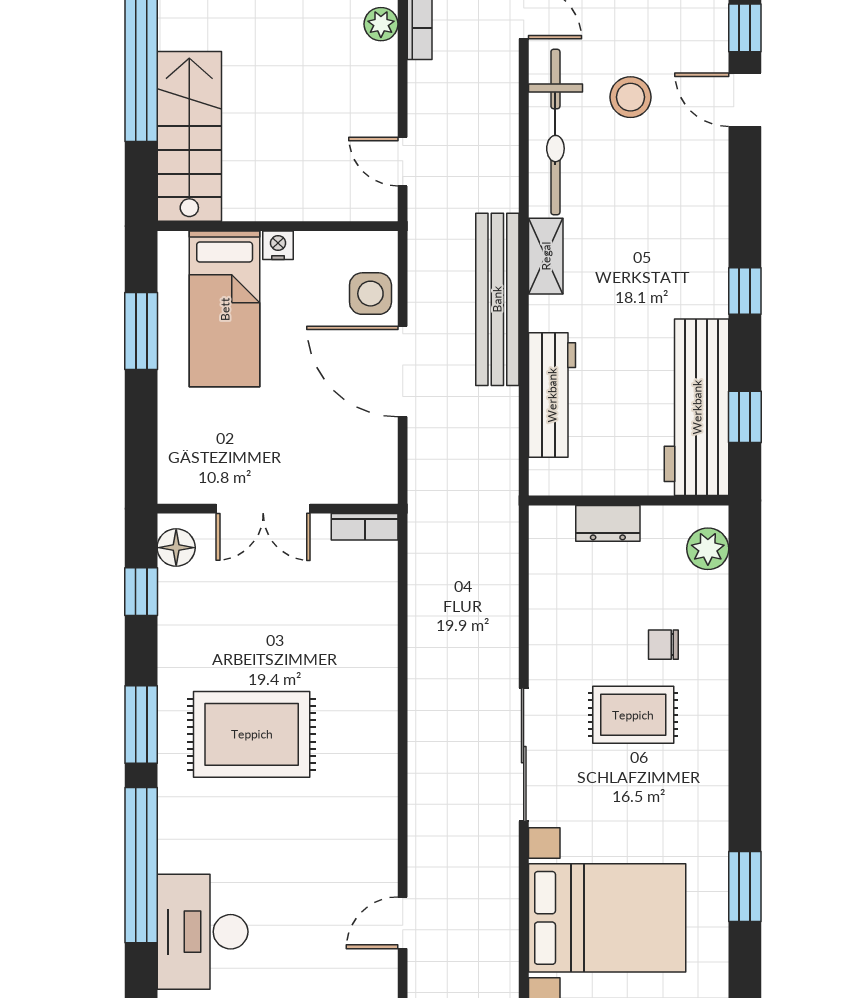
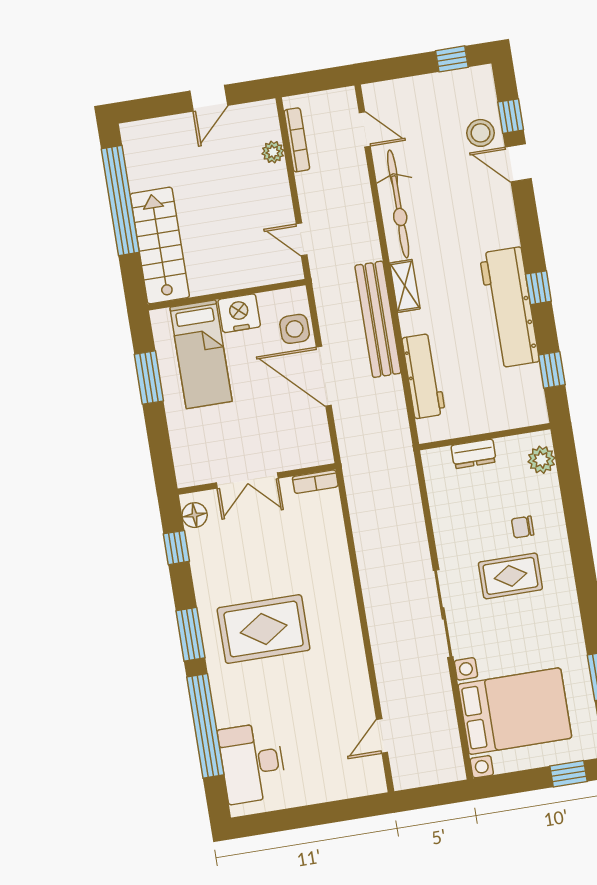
stool: (630, 97) -> (481, 133), moved
nightstand: (278, 245) -> (239, 313), width x1.89, depth x1.79
workbench: (697, 407) -> (509, 307), moved

